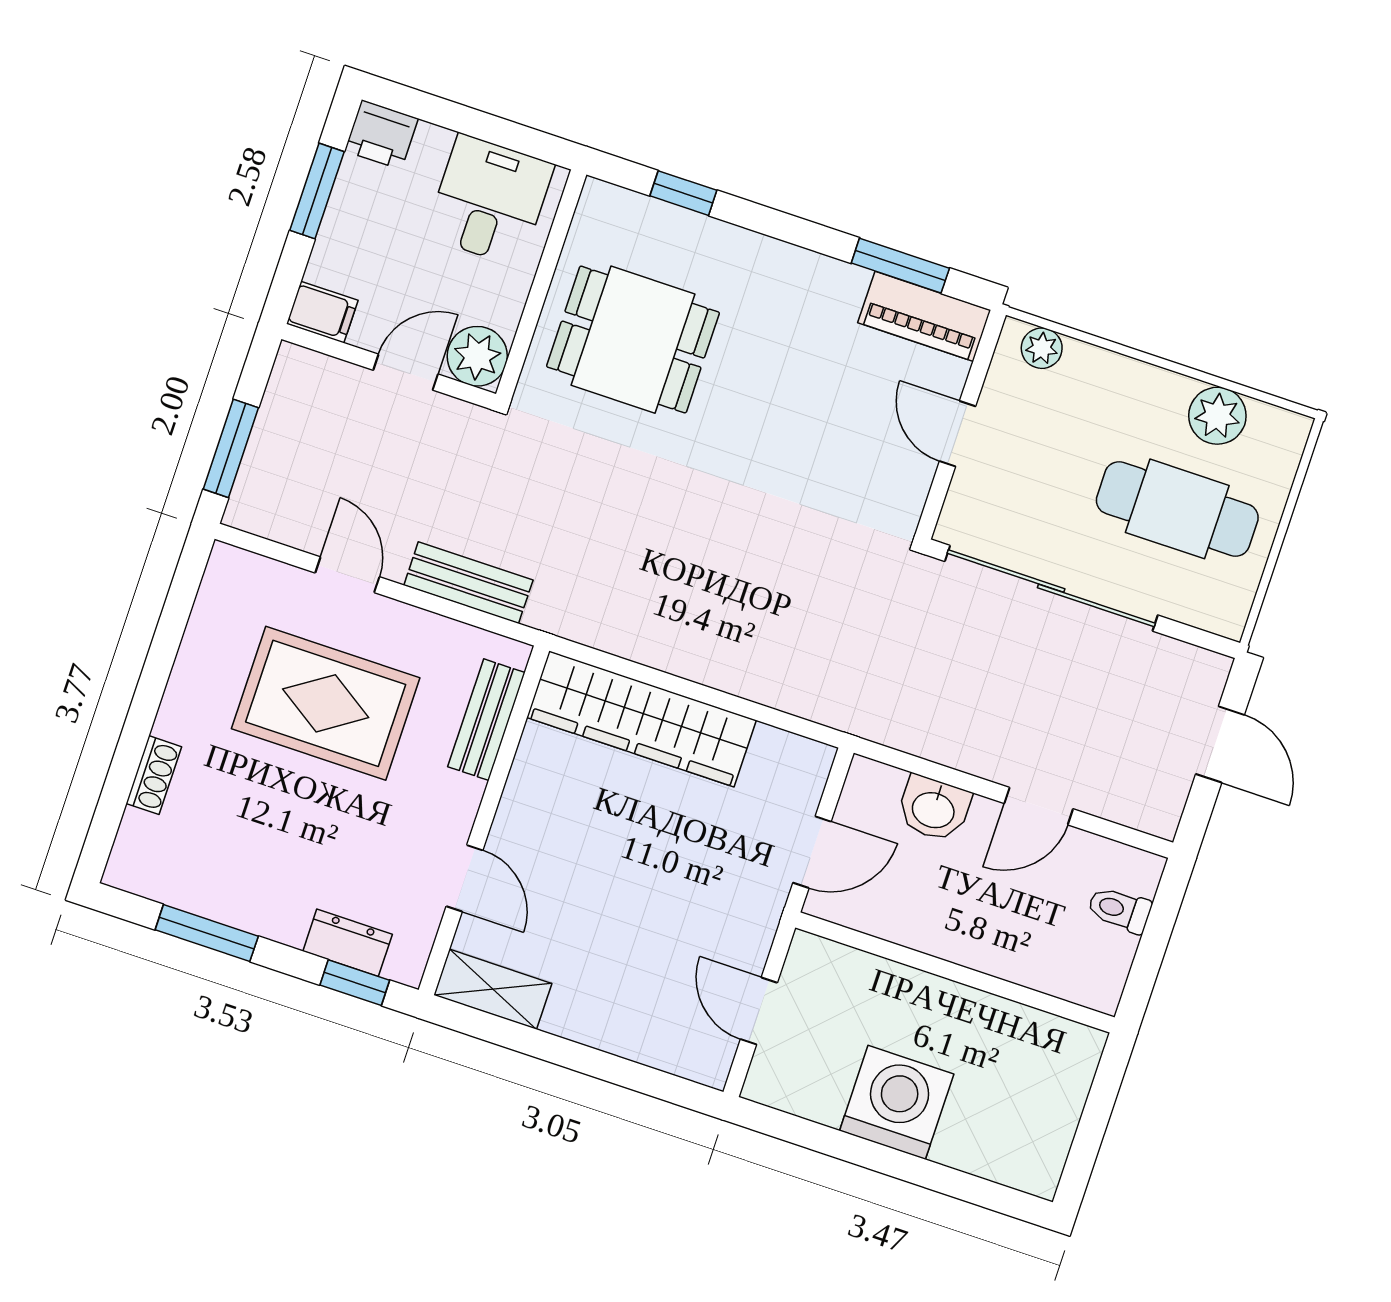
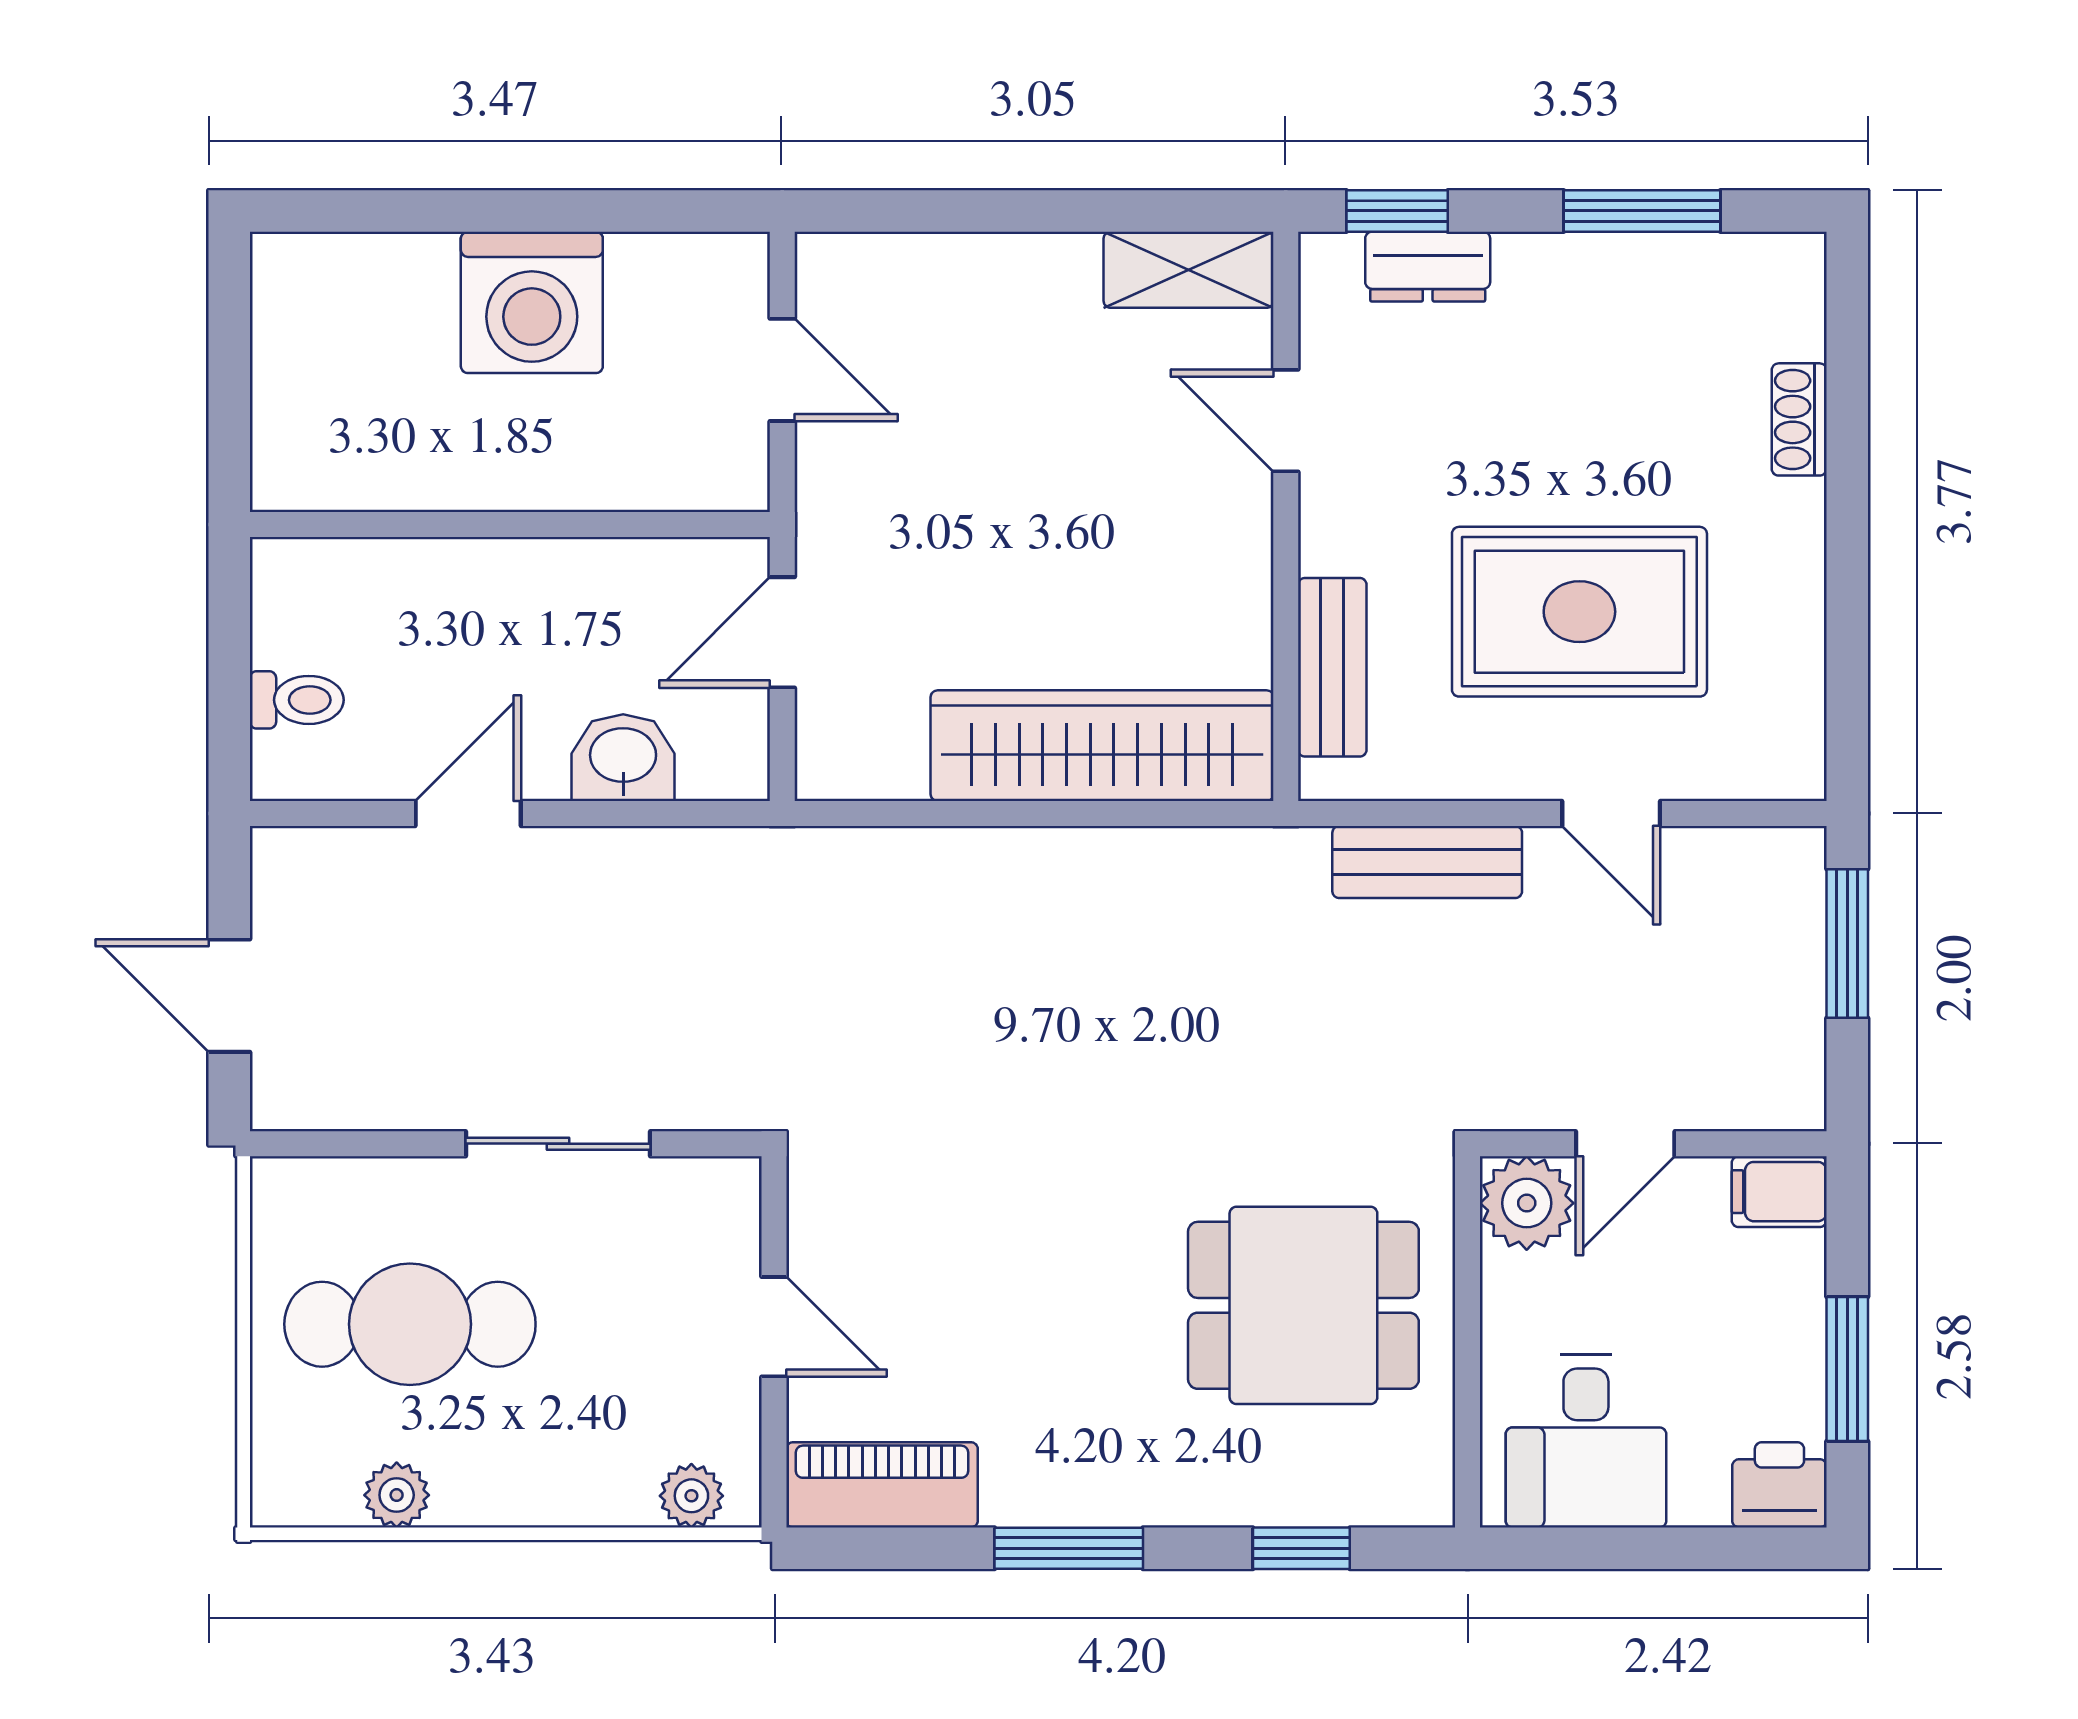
window: (900, 266) -> (1069, 1548), moved
plant: (1217, 416) -> (397, 1495), width x0.73, depth x0.73
sliding door: (1051, 588) -> (558, 1144), width x0.54

